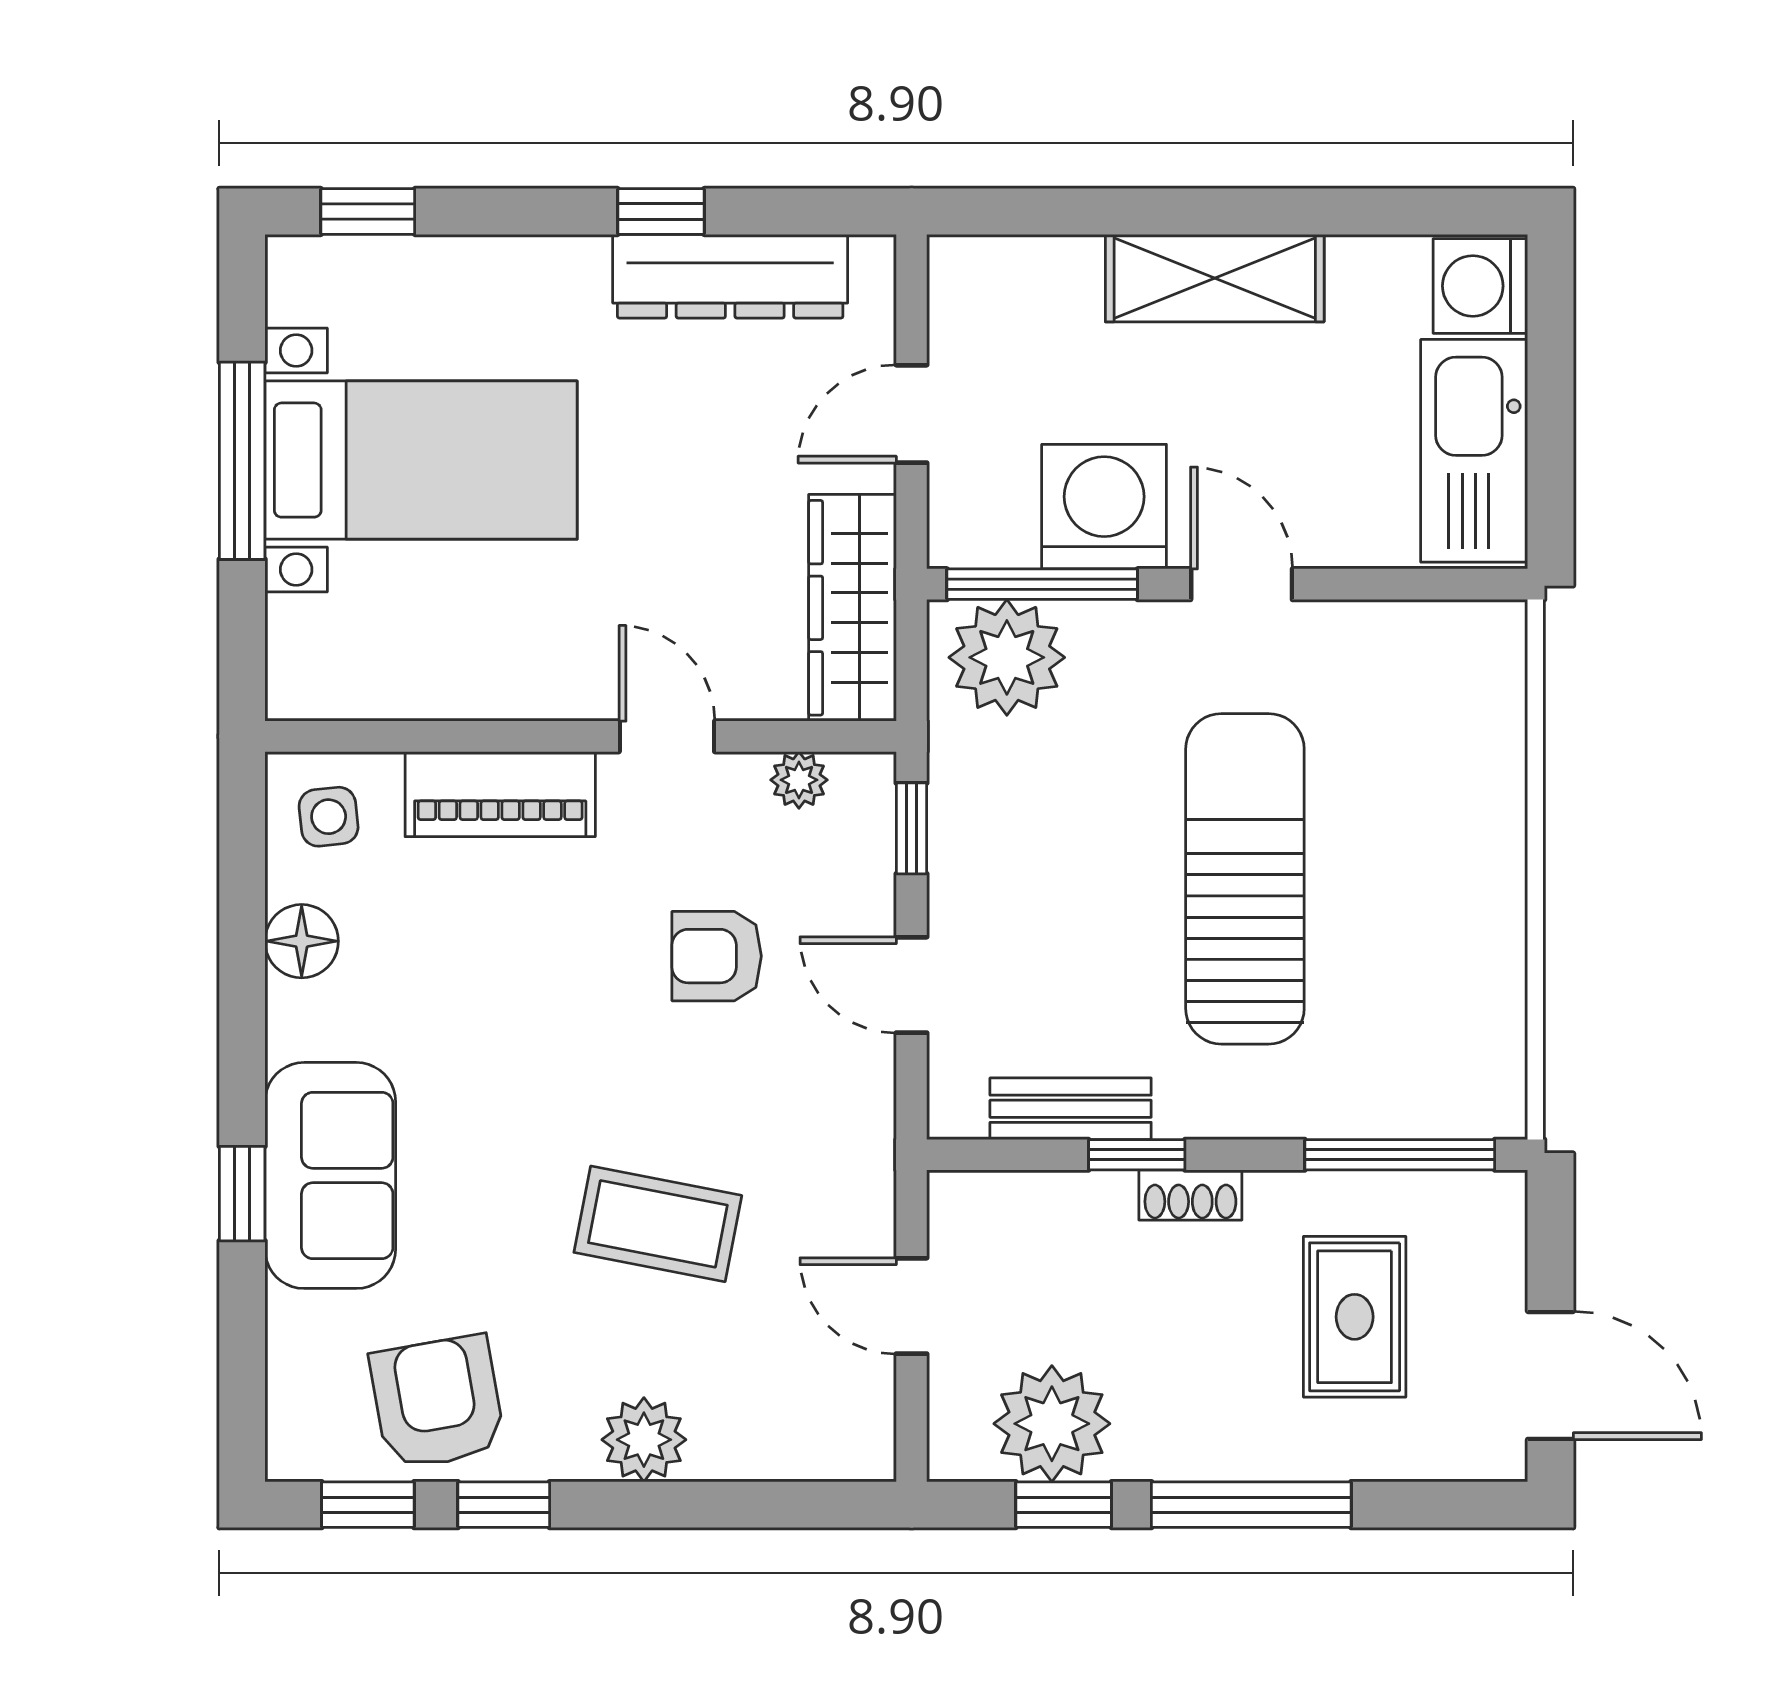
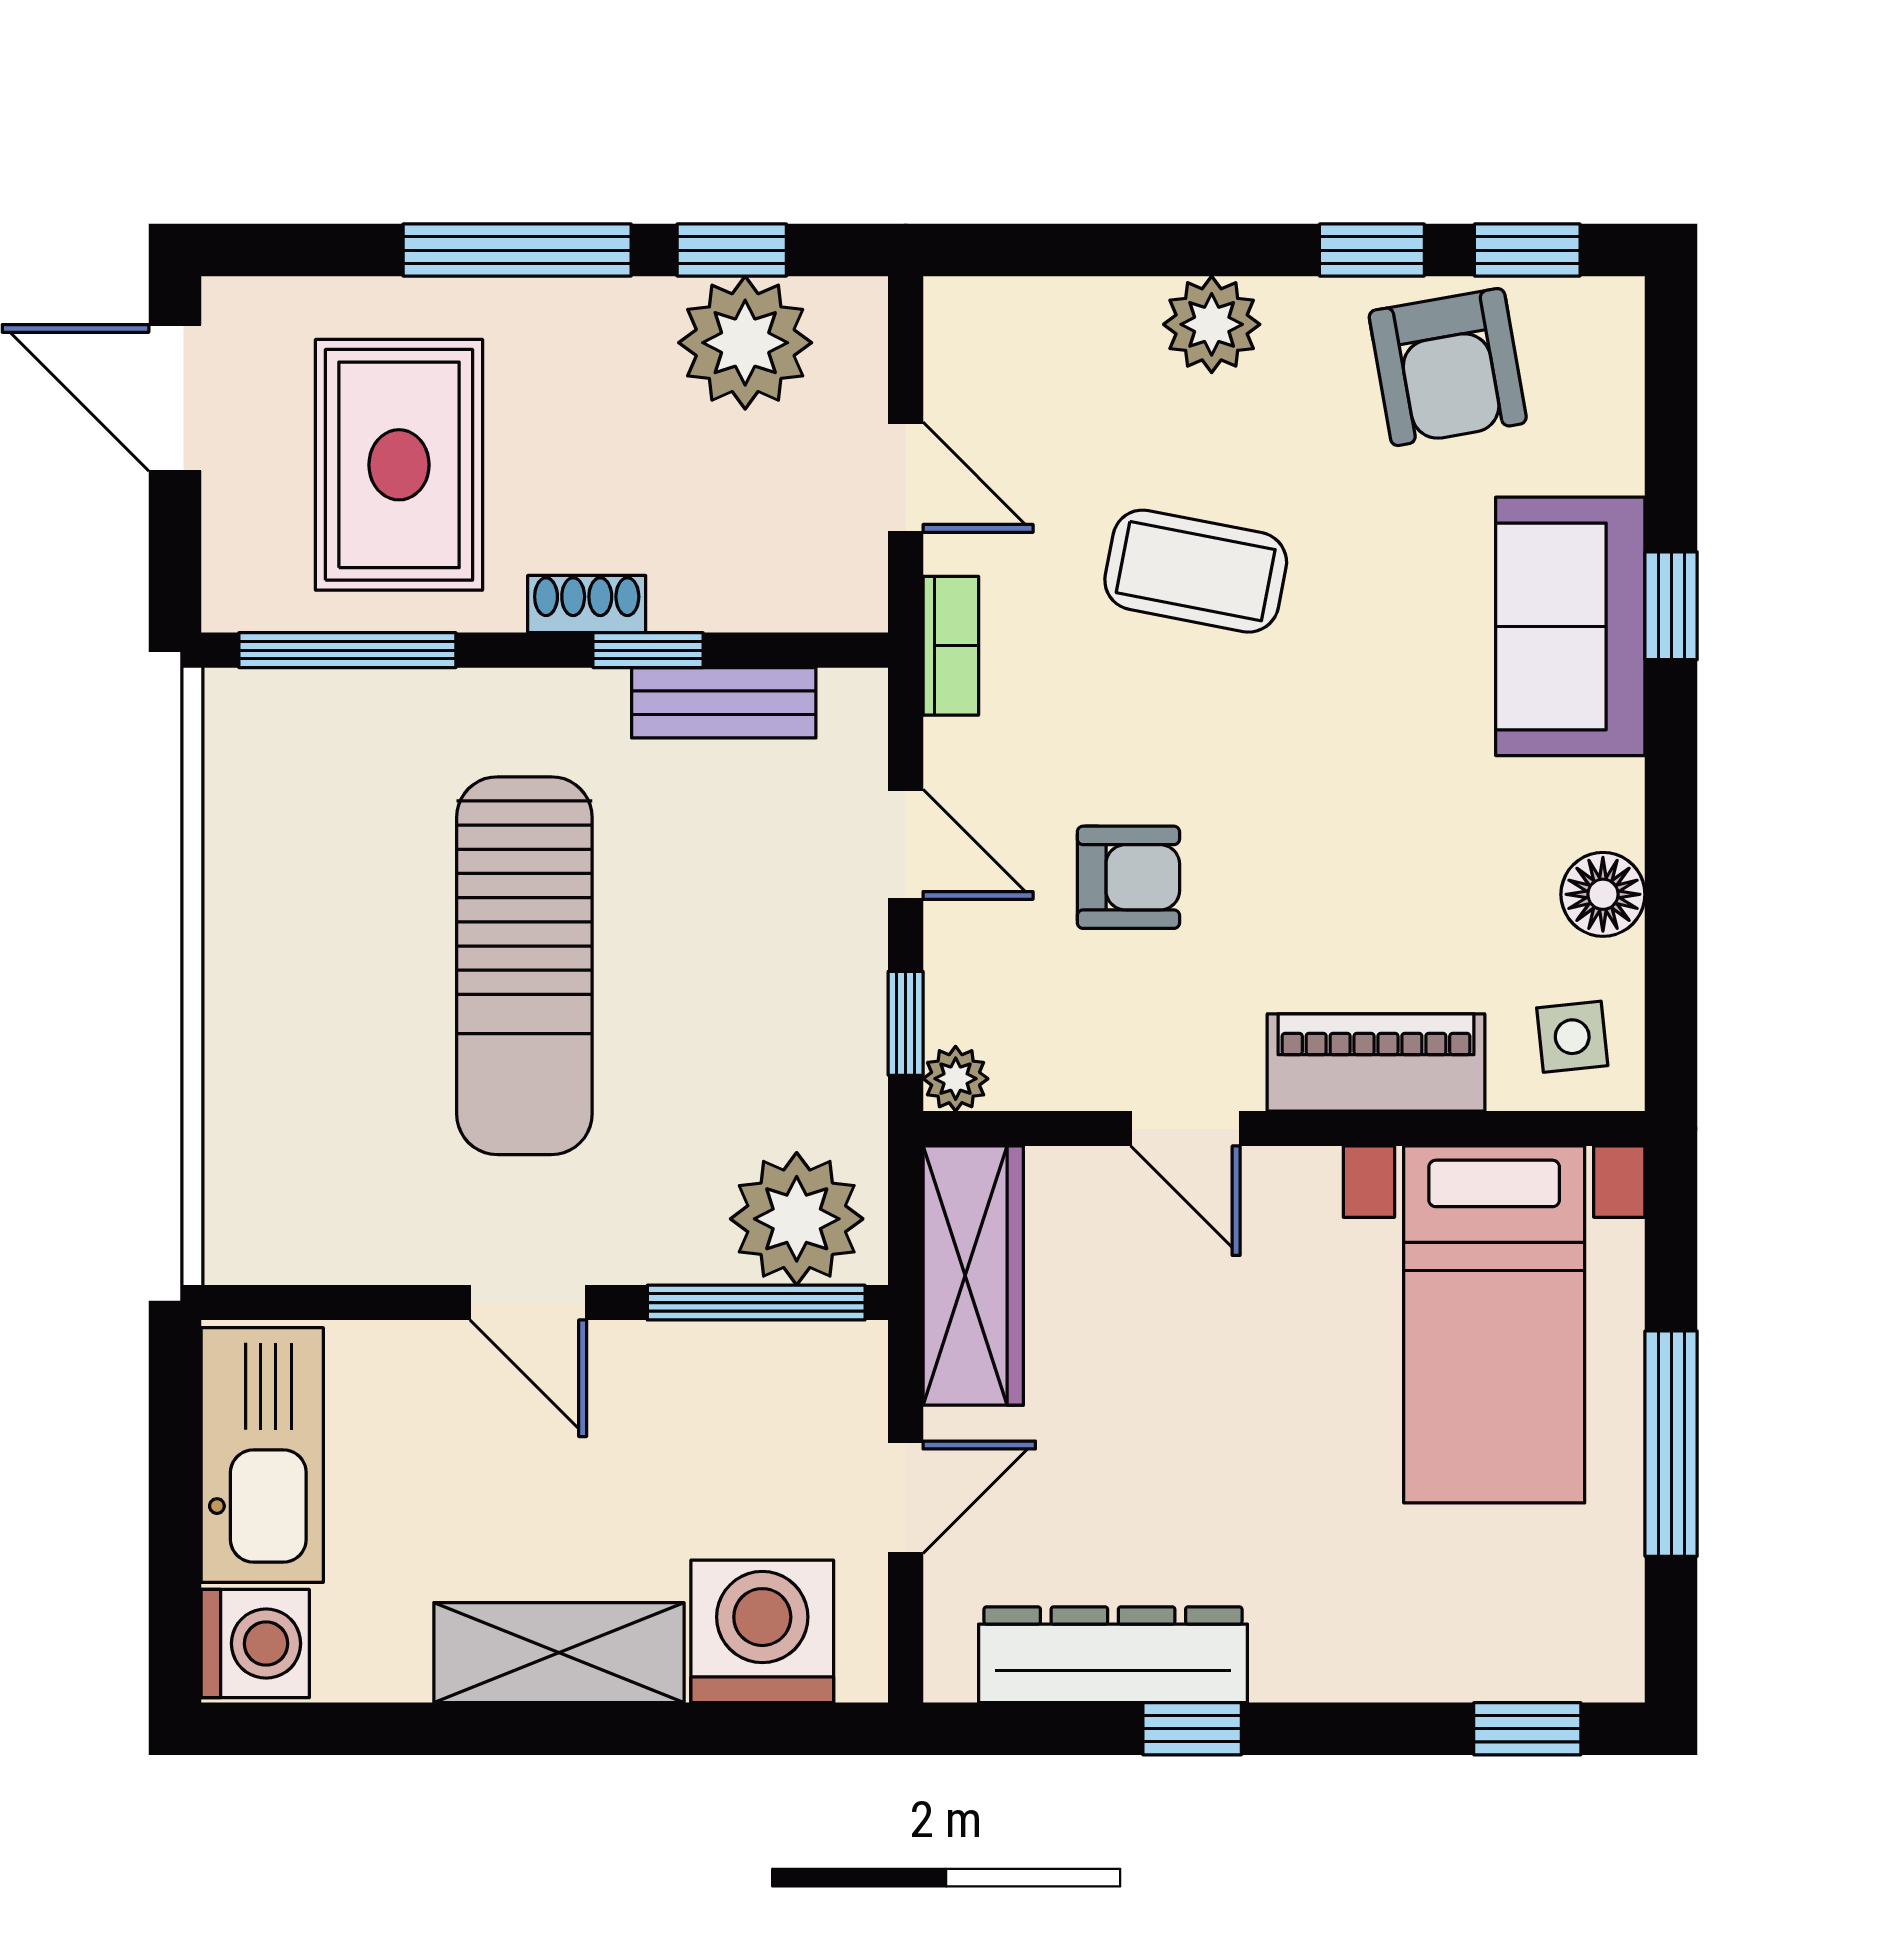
bed with nightstands: (421, 460) -> (1494, 1324), moved, turned -90
washing machine: (1104, 507) -> (762, 1631), moved, turned 180
plant: (799, 780) -> (956, 1079), moved
bookcase: (872, 1159) -> (951, 646), added
rug: (1355, 1317) -> (399, 465), width x1.36, depth x1.43

